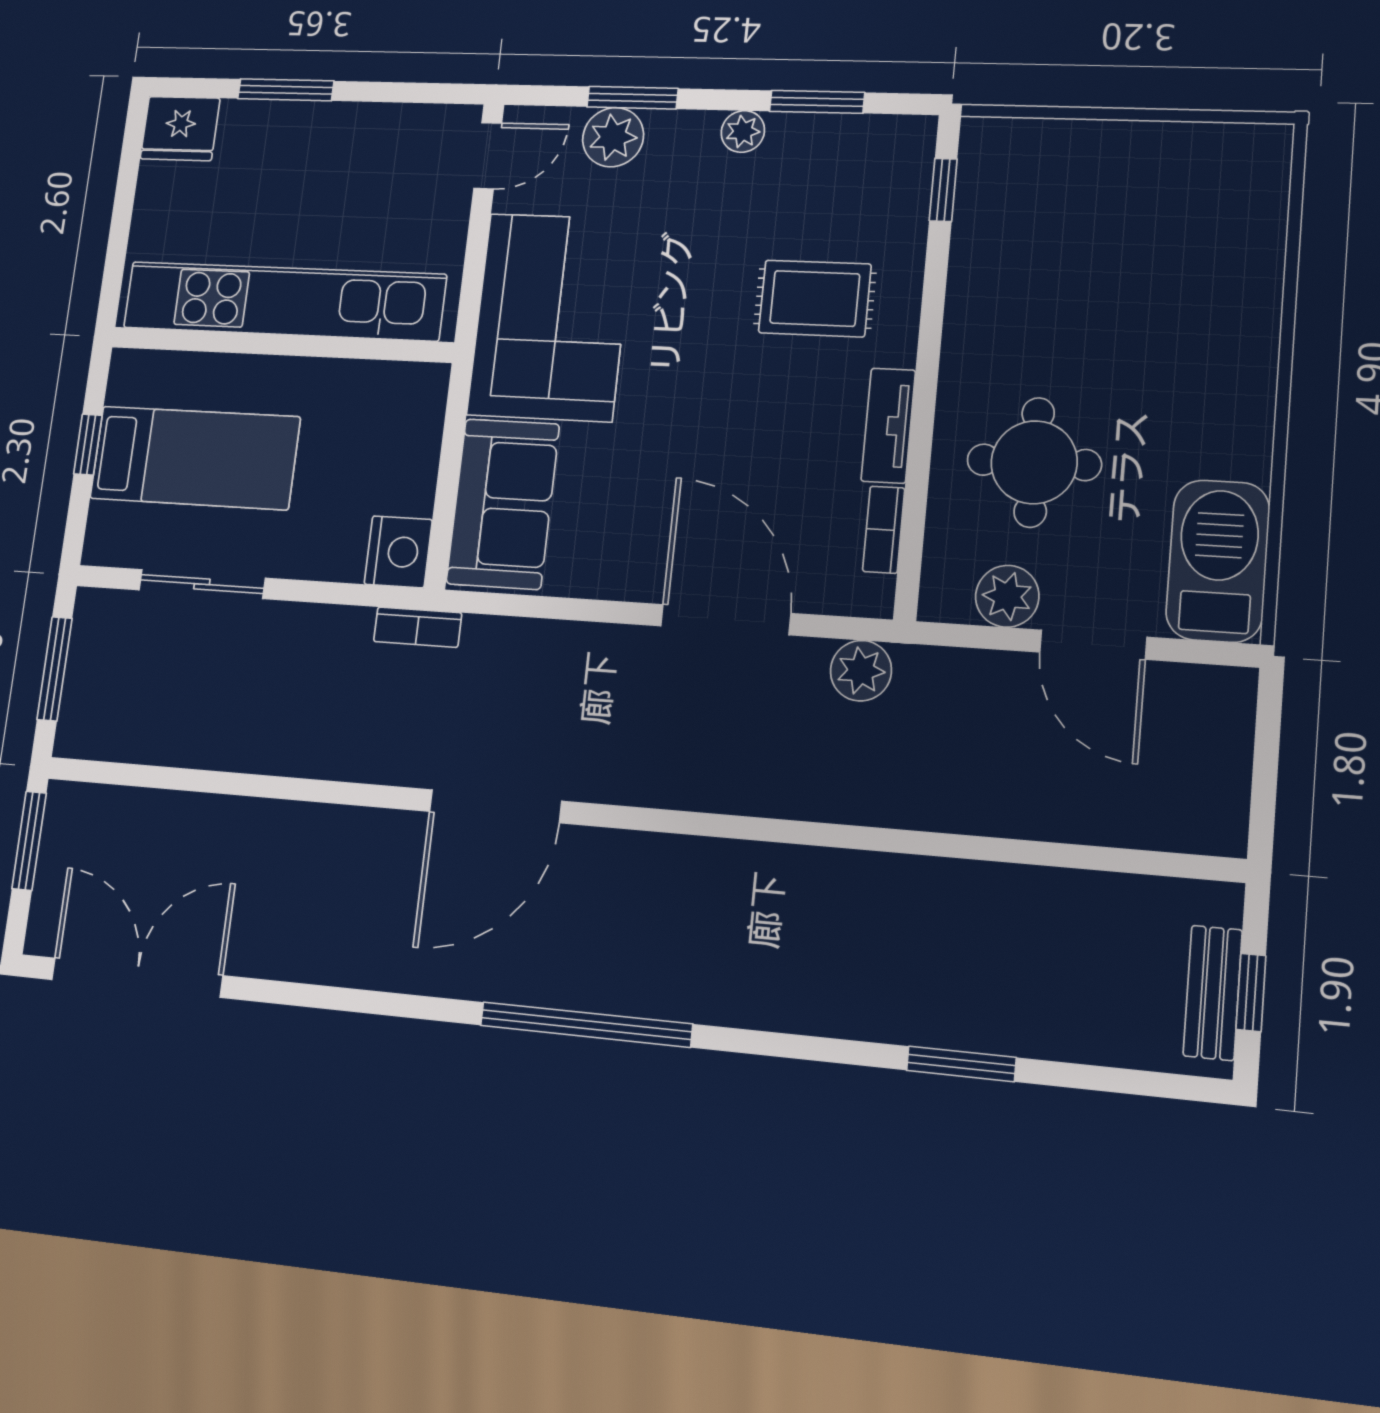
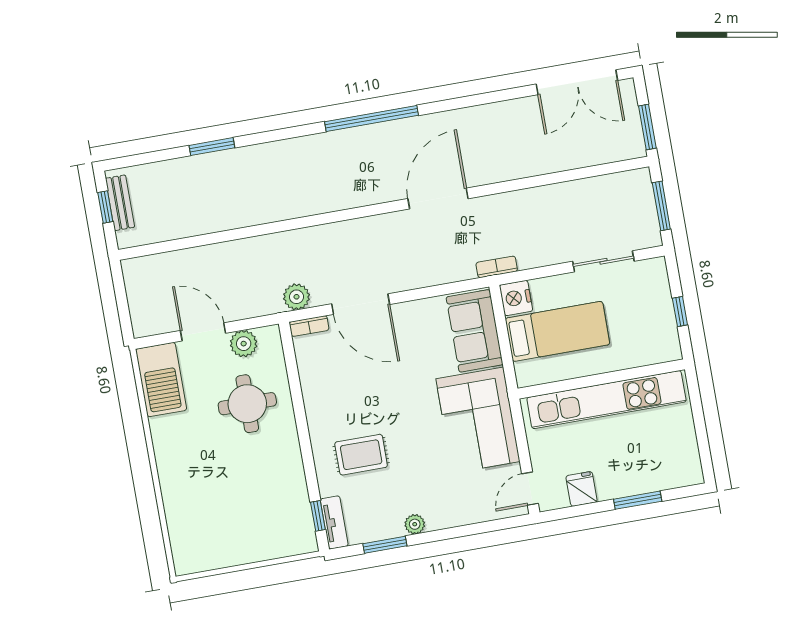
window: (632, 98) -> (470, 530), removed
fridge: (180, 129) -> (582, 489), moved, width x0.72
plant: (613, 137) -> (474, 509), removed
tv unit: (888, 426) -> (334, 522), moved
bed: (195, 458) -> (558, 331), moved, turned 180
bookcase: (884, 530) -> (309, 326), moved, turned 90

